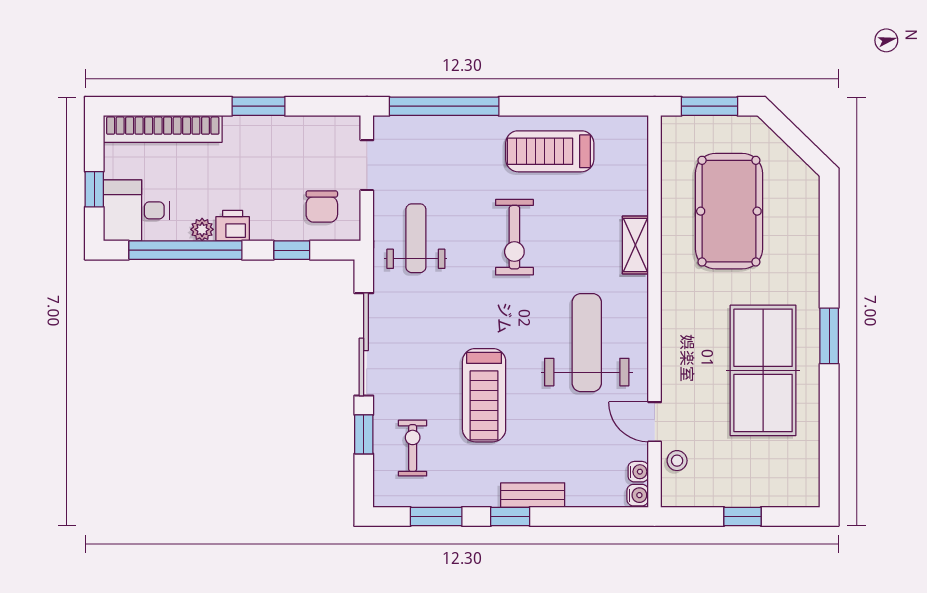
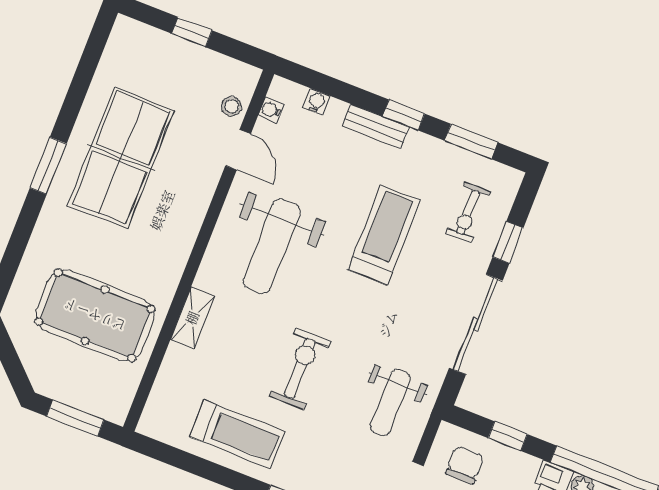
pool table: (729, 211) -> (95, 315), turned 90
water cooler: (638, 495) -> (316, 102), moved, turned 90

